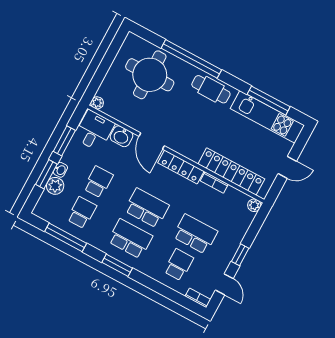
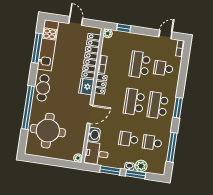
fridge: (191, 150) -> (86, 87), added
locker: (181, 167) -> (101, 84), width x0.66
window: (240, 255) -> (124, 28), moved

